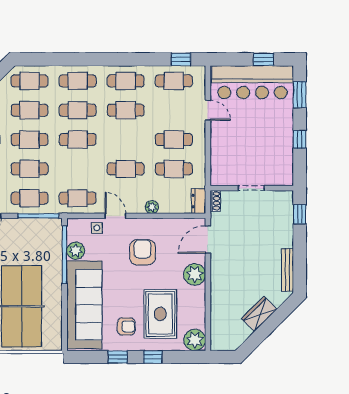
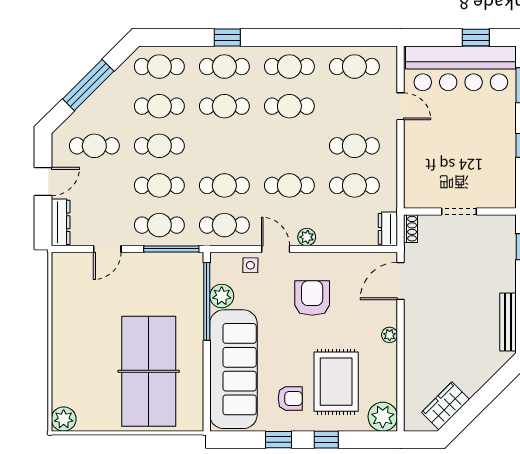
window: (181, 59) -> (227, 37), moved
cafe table: (78, 140) -> (224, 185), moved
plant: (152, 207) -> (307, 237), moved
plant: (195, 274) -> (390, 335), width x0.53, depth x0.53
wardrobe: (259, 314) -> (446, 406), moved

